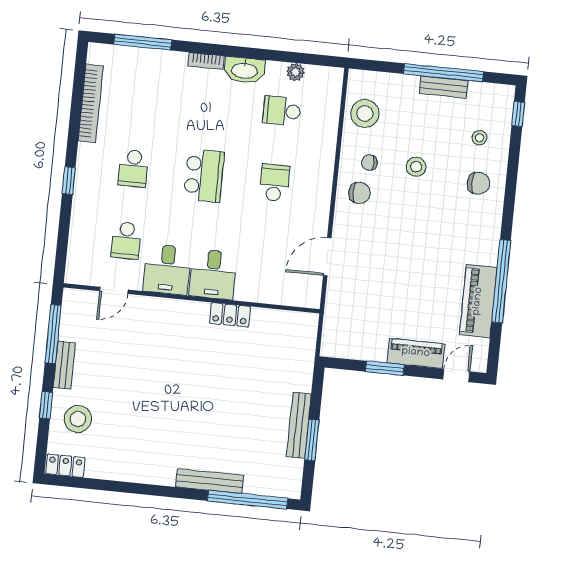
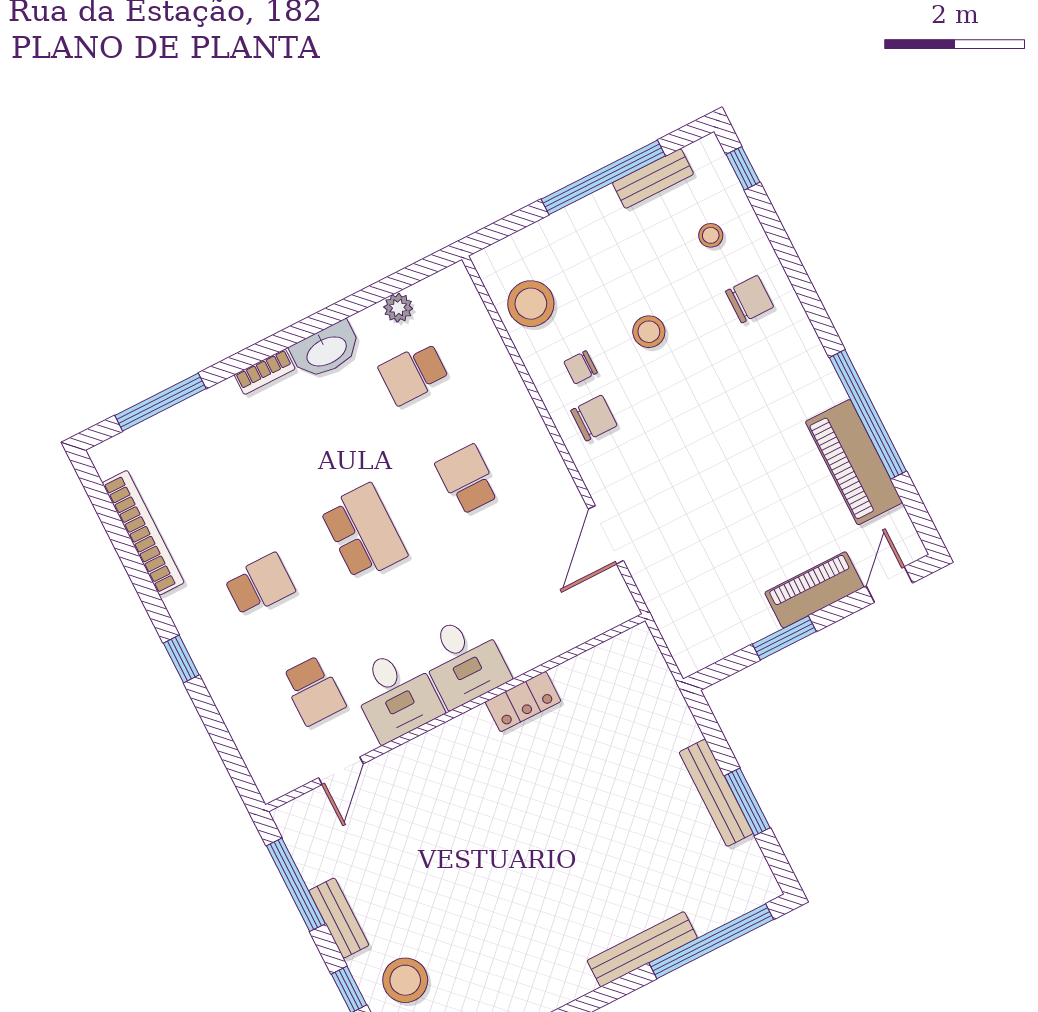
bench: (444, 87) -> (653, 179), moved
school desk: (133, 168) -> (260, 585), turned -90

